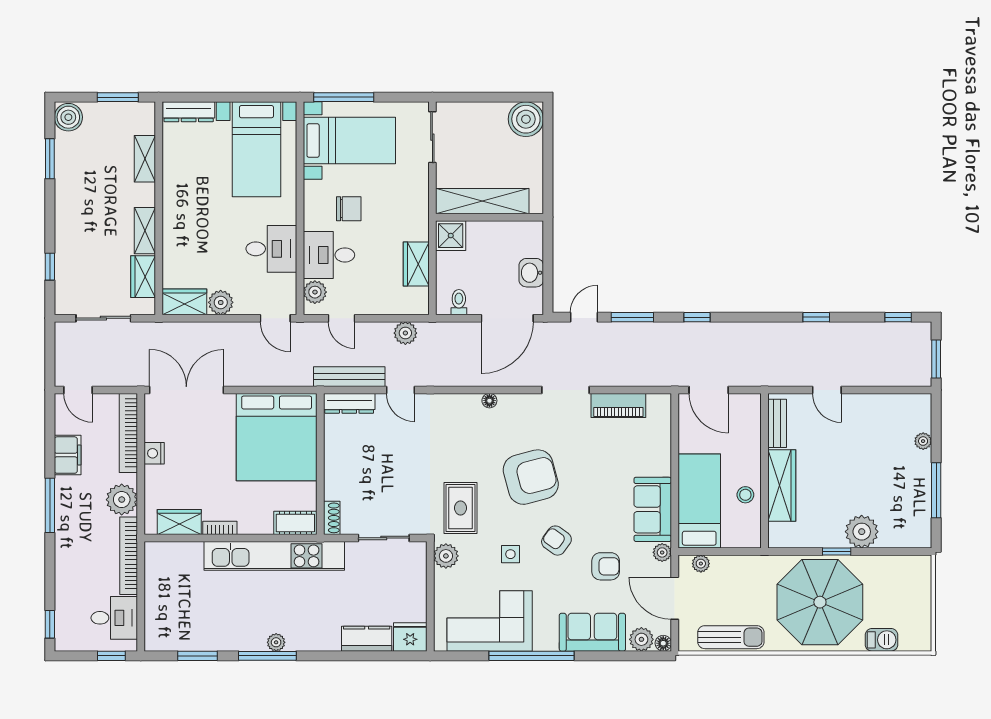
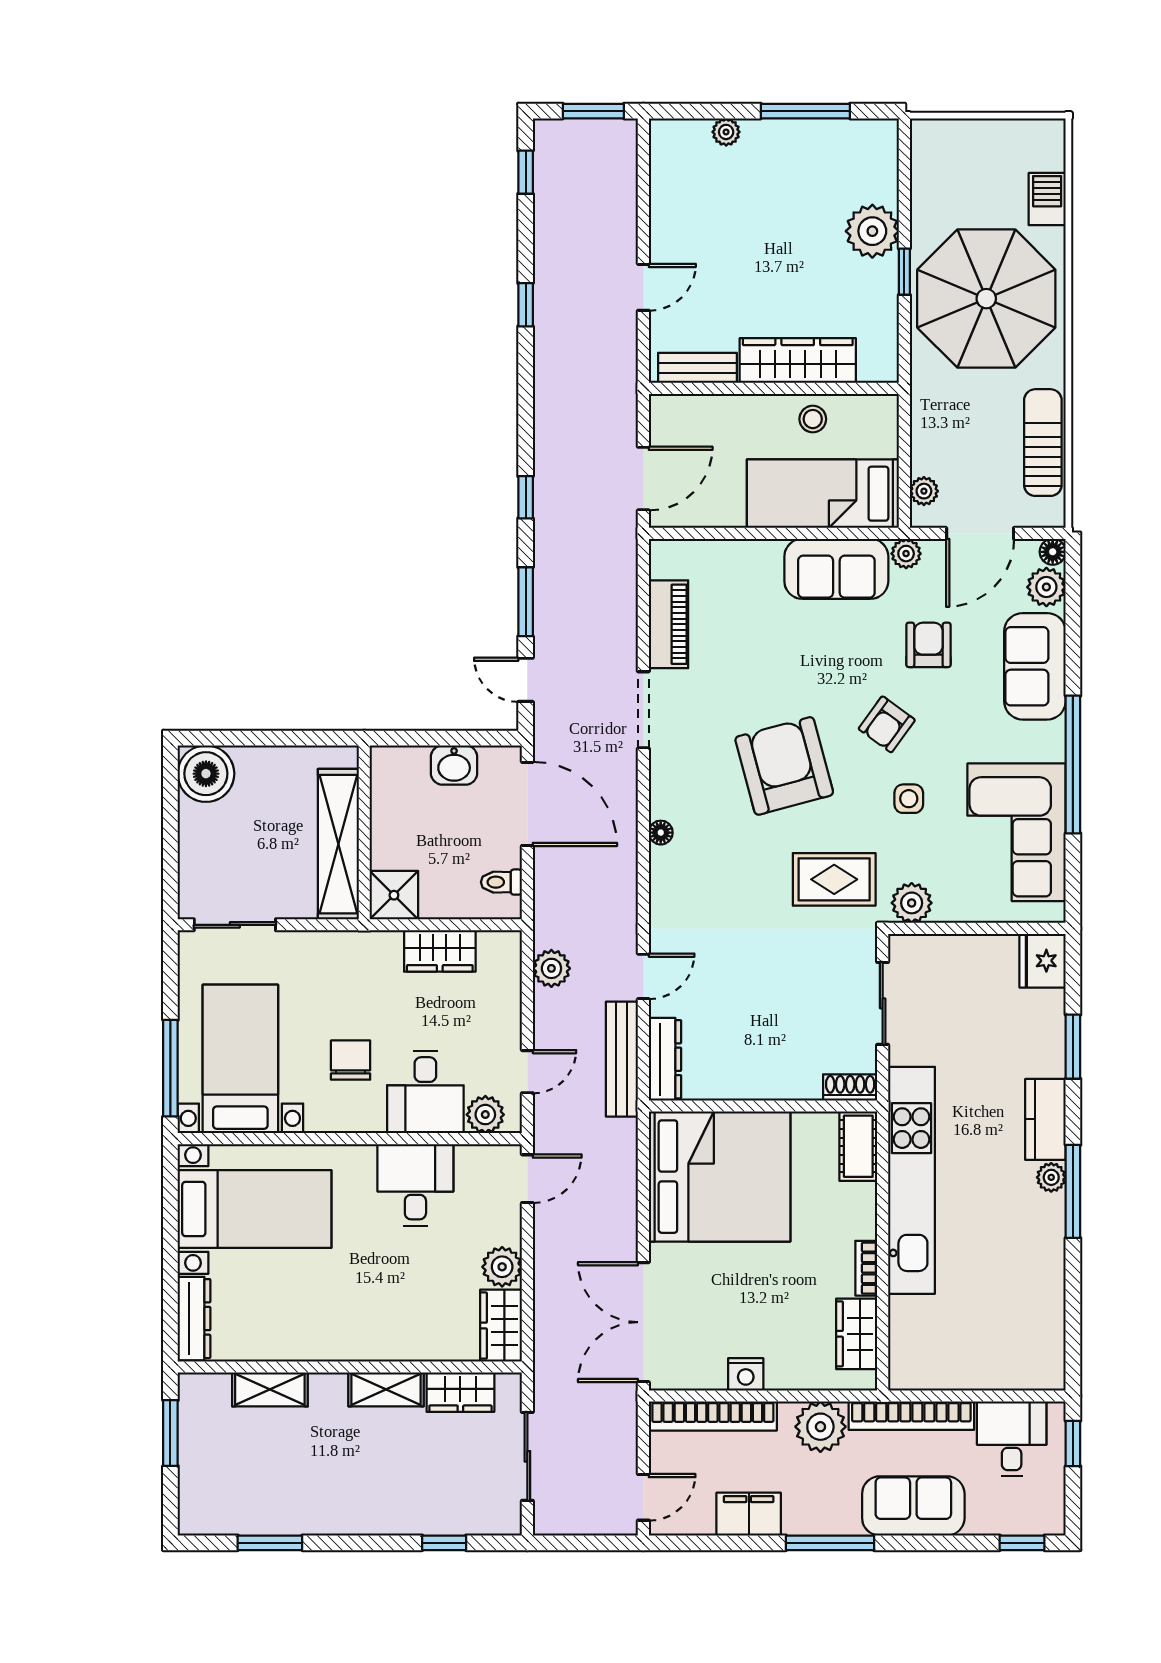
boiler: (68, 117) -> (203, 1513), removed
sofa: (73, 557) -> (913, 1506), added
kitchen counter: (367, 639) -> (1045, 1119), moved
window: (197, 656) -> (1073, 1047), moved

